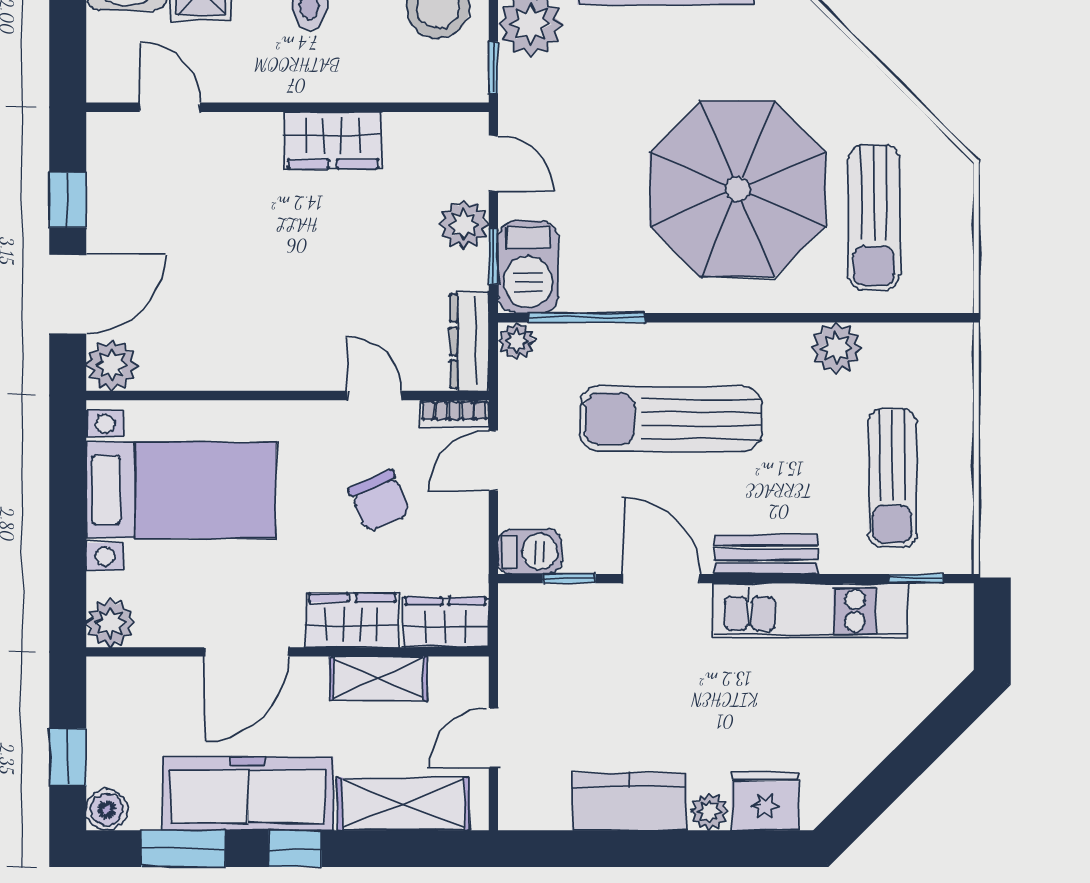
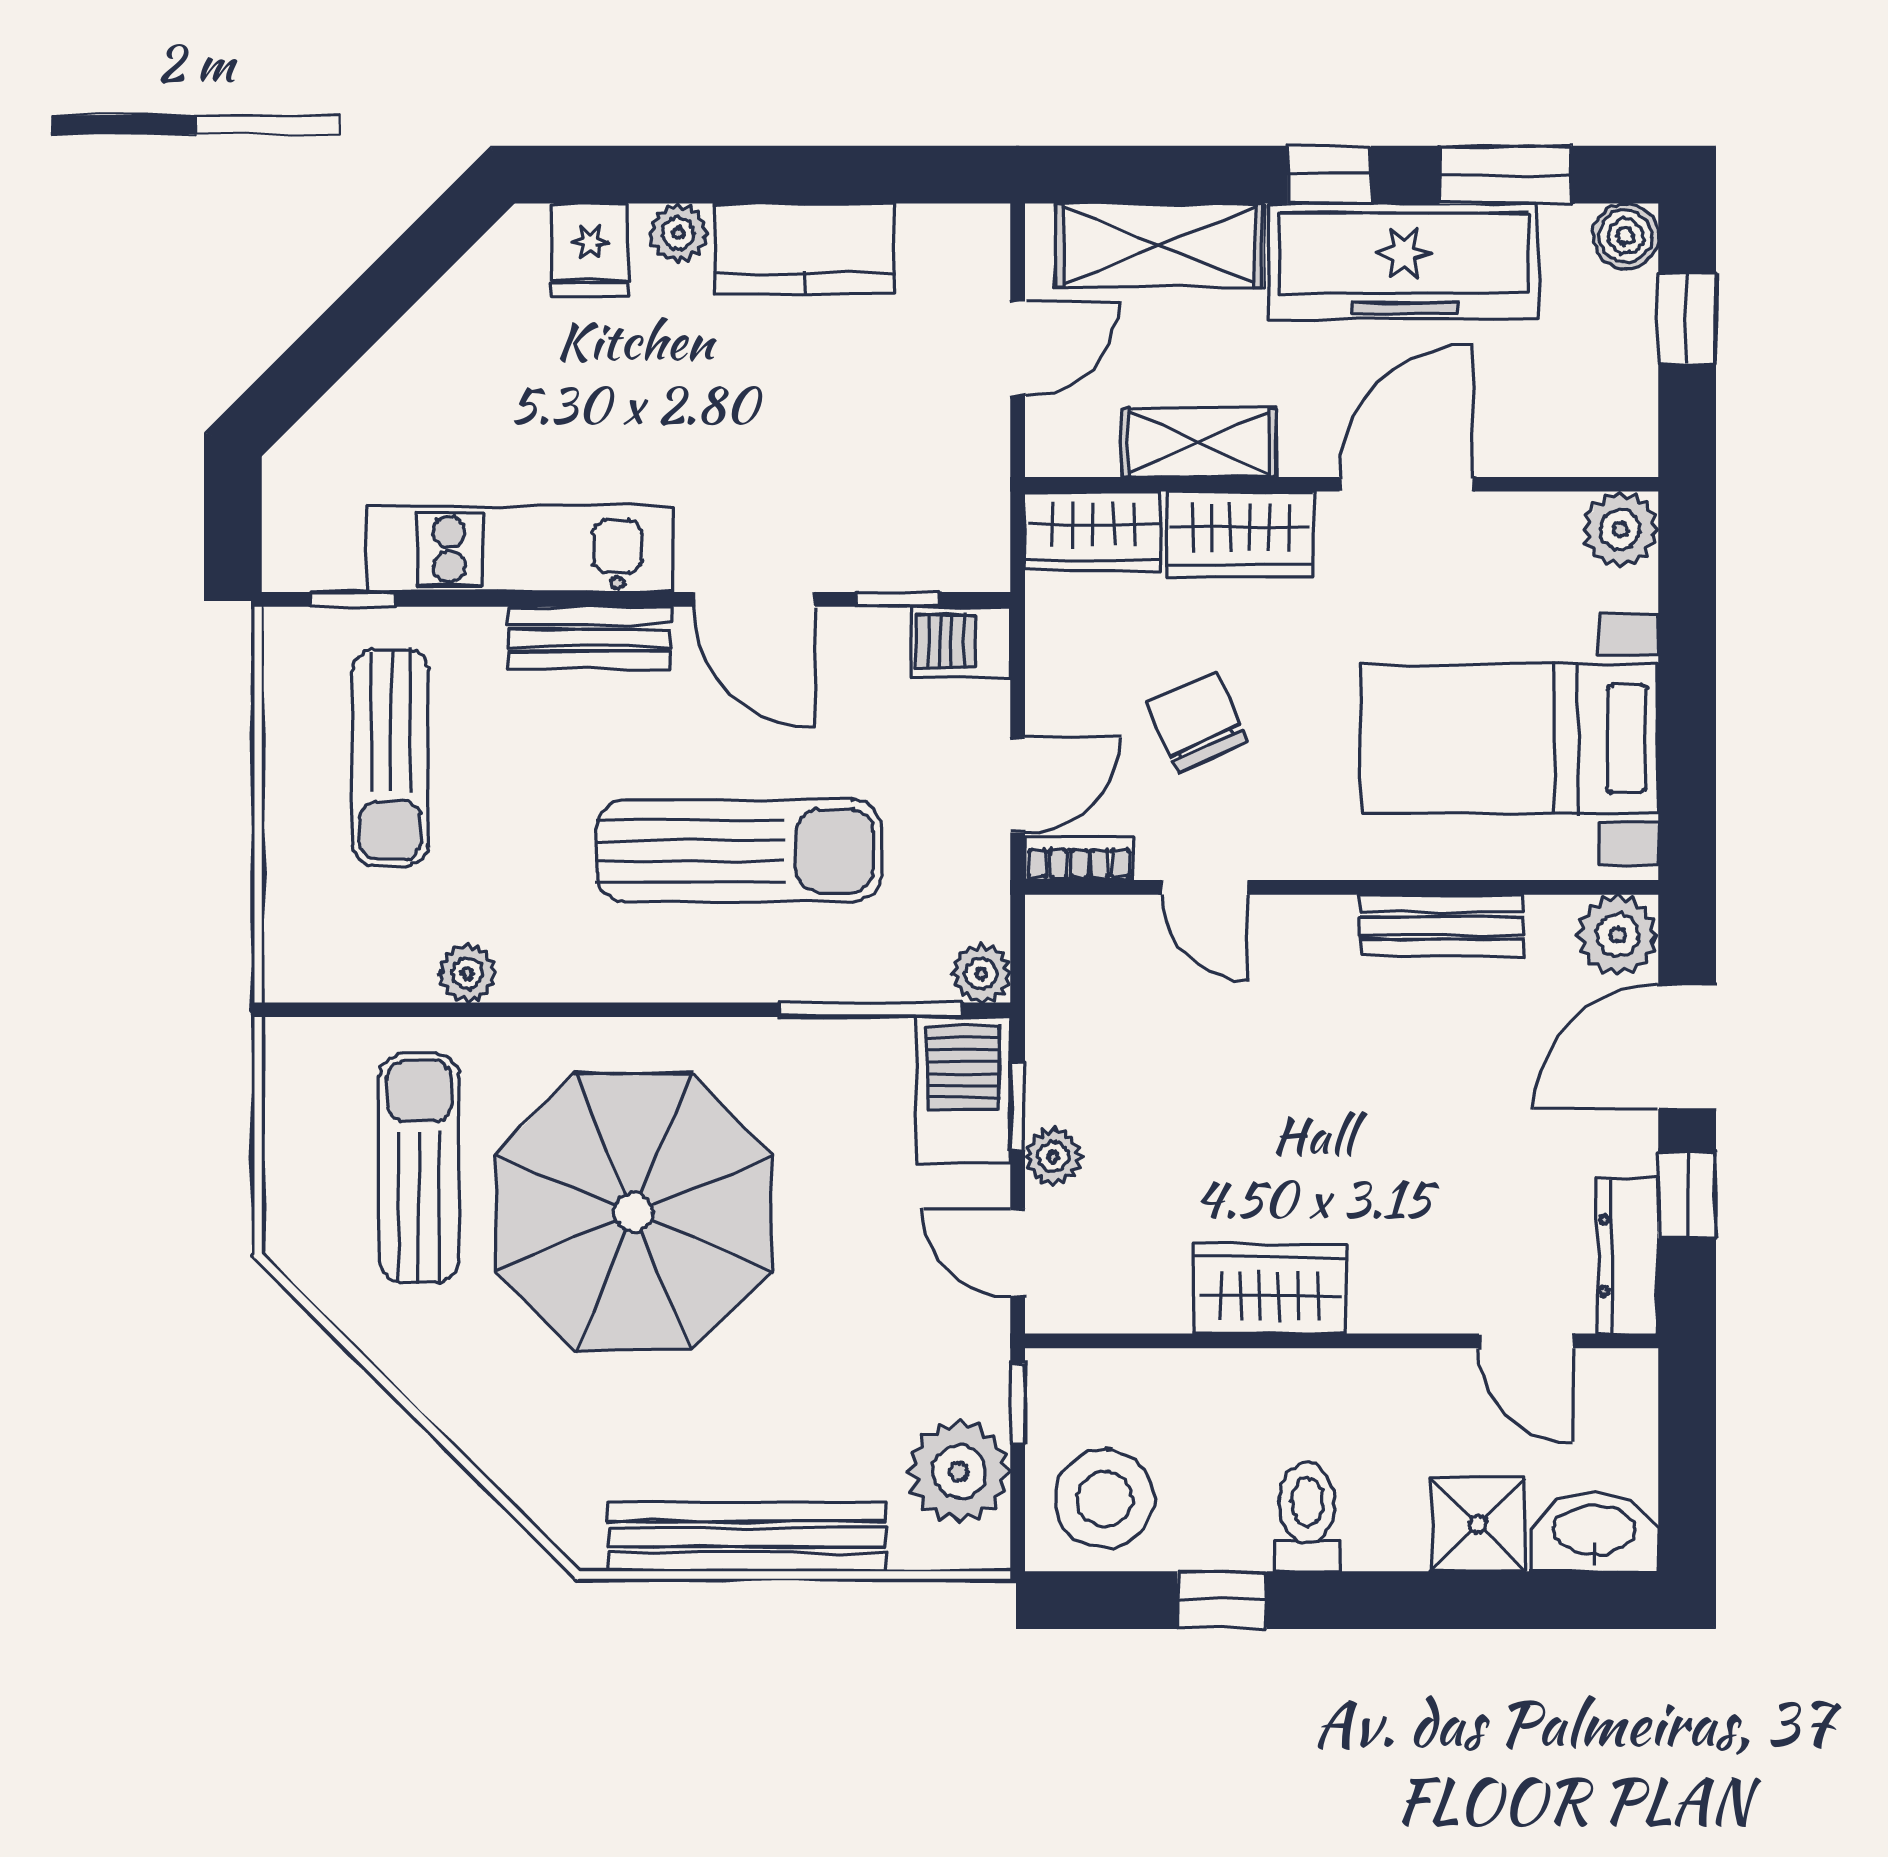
plant: (464, 224) -> (1053, 1157), width x0.73, depth x0.73
dresser: (469, 341) -> (1628, 1256), moved, turned 180
plant: (836, 348) -> (467, 973), width x0.73, depth x0.73
bench: (224, 371) -> (1442, 926), added
sun lounger: (892, 478) -> (390, 758), turned 180
fridge: (765, 801) -> (590, 249), width x0.72

